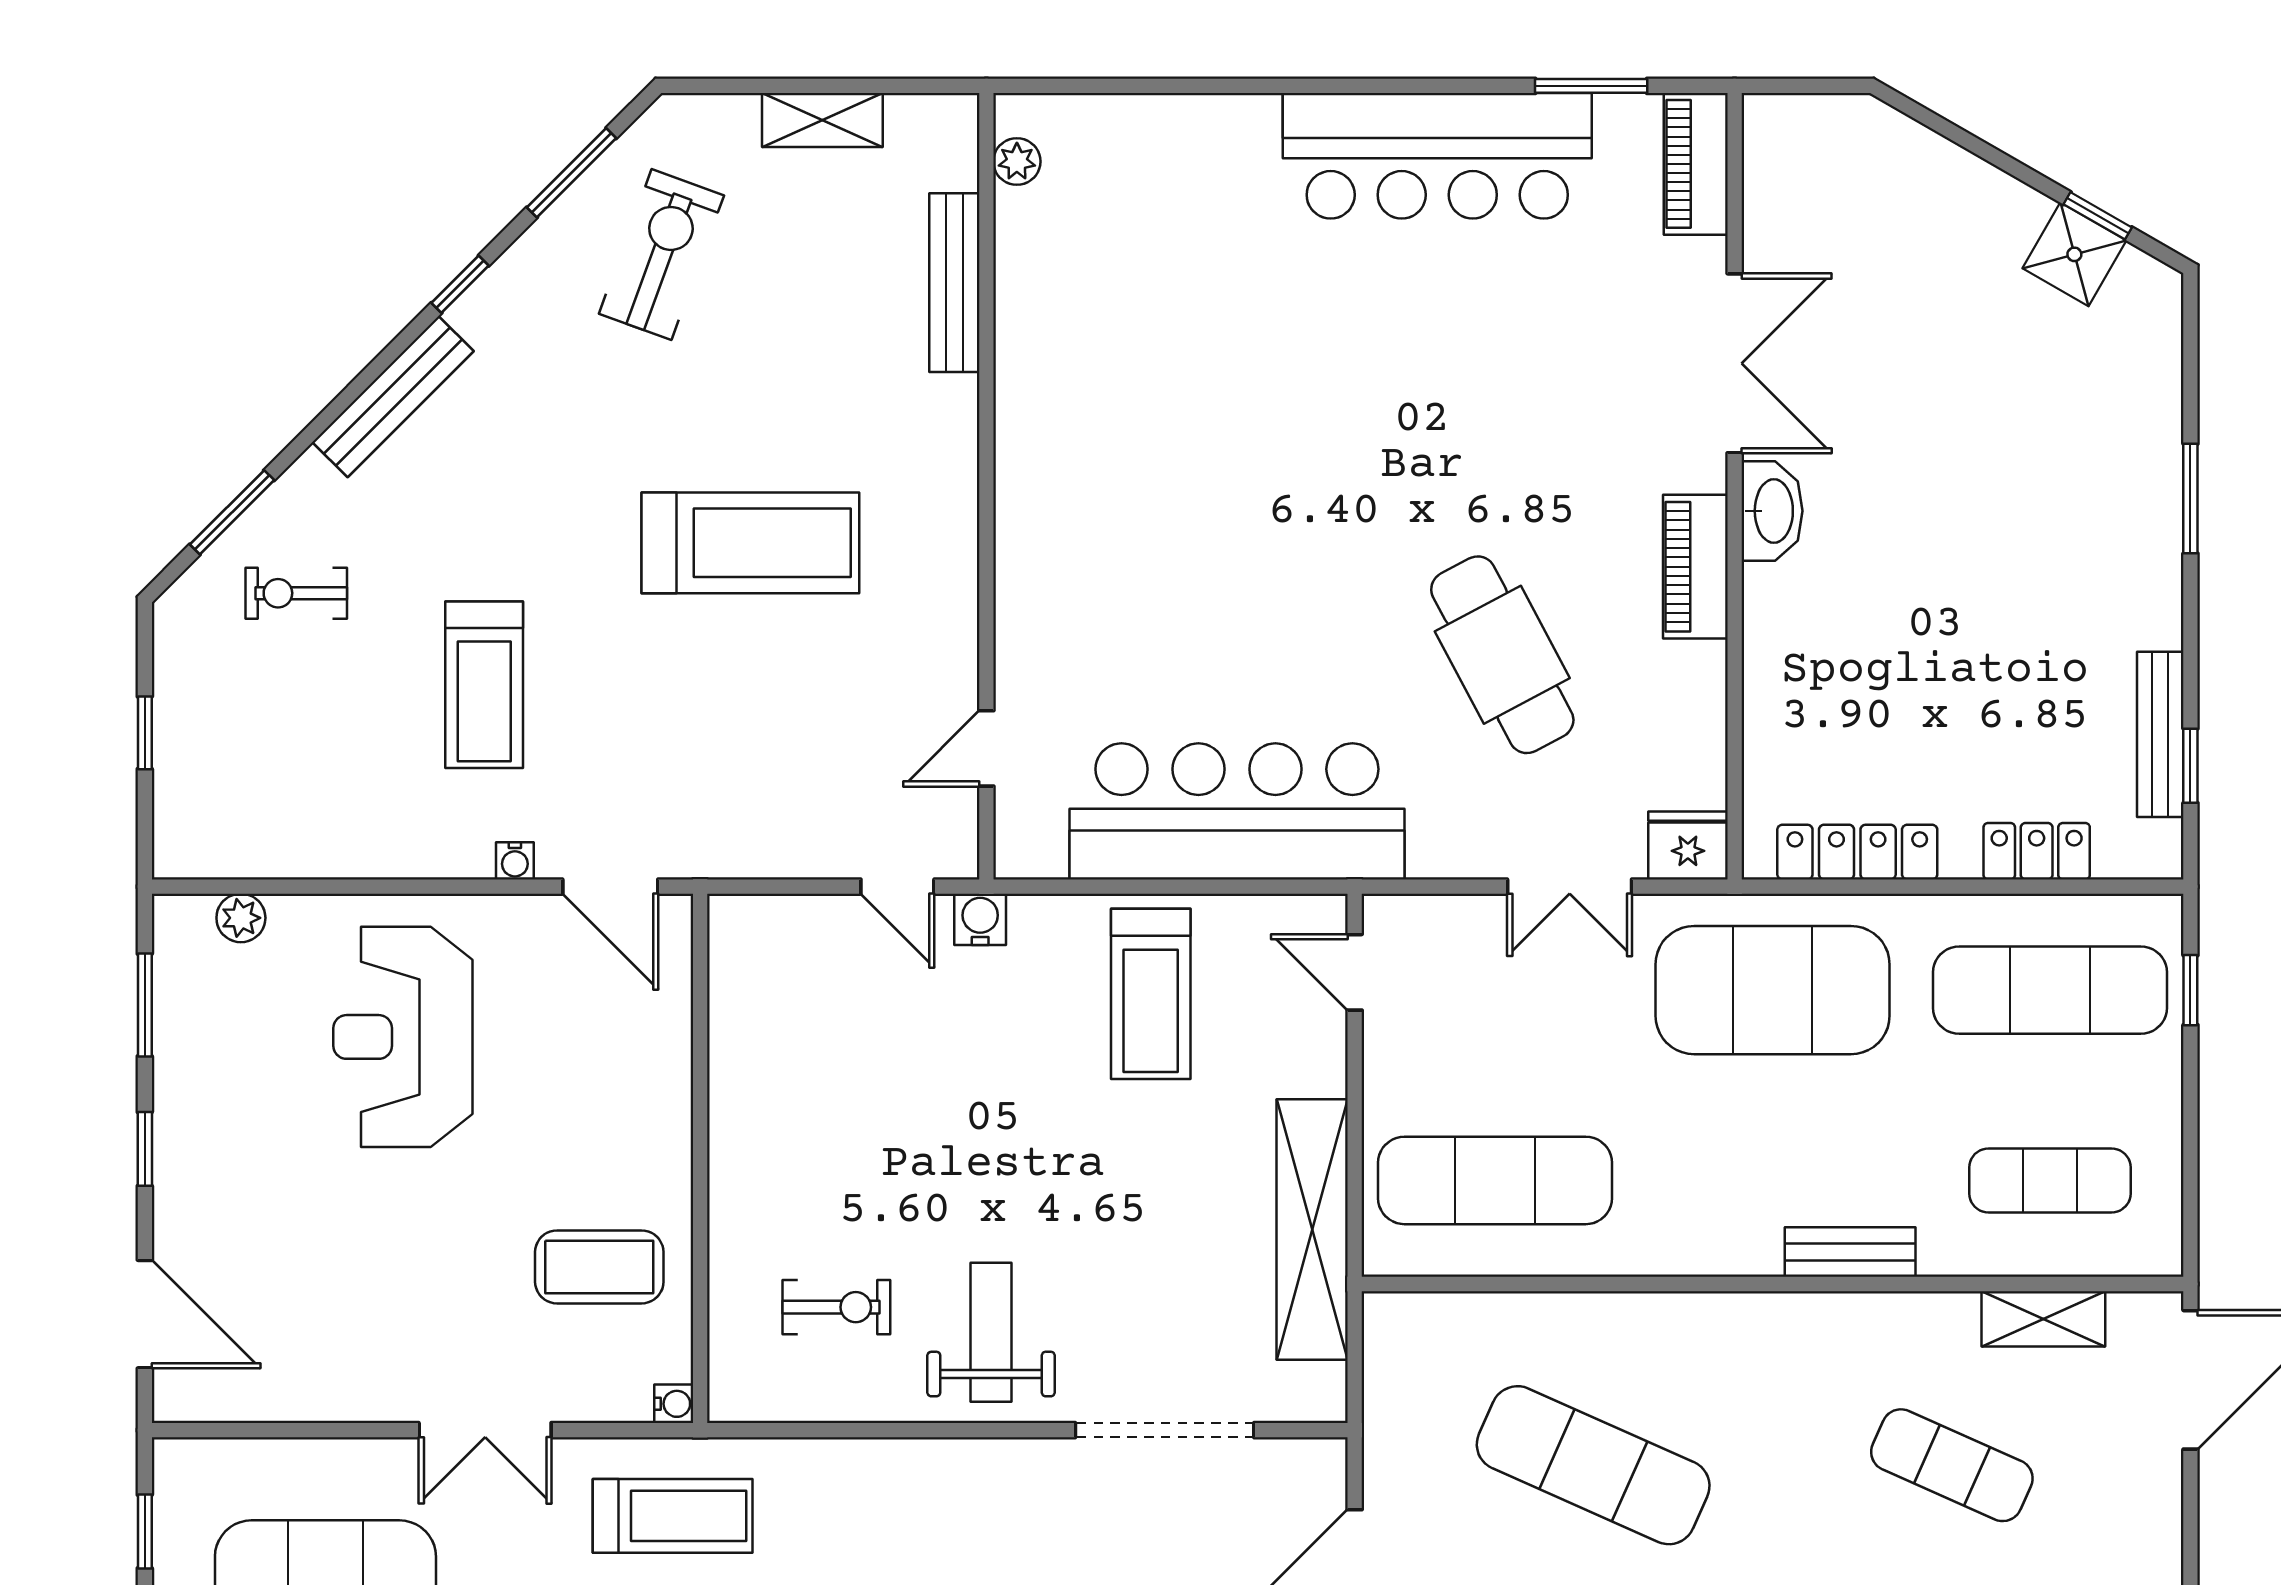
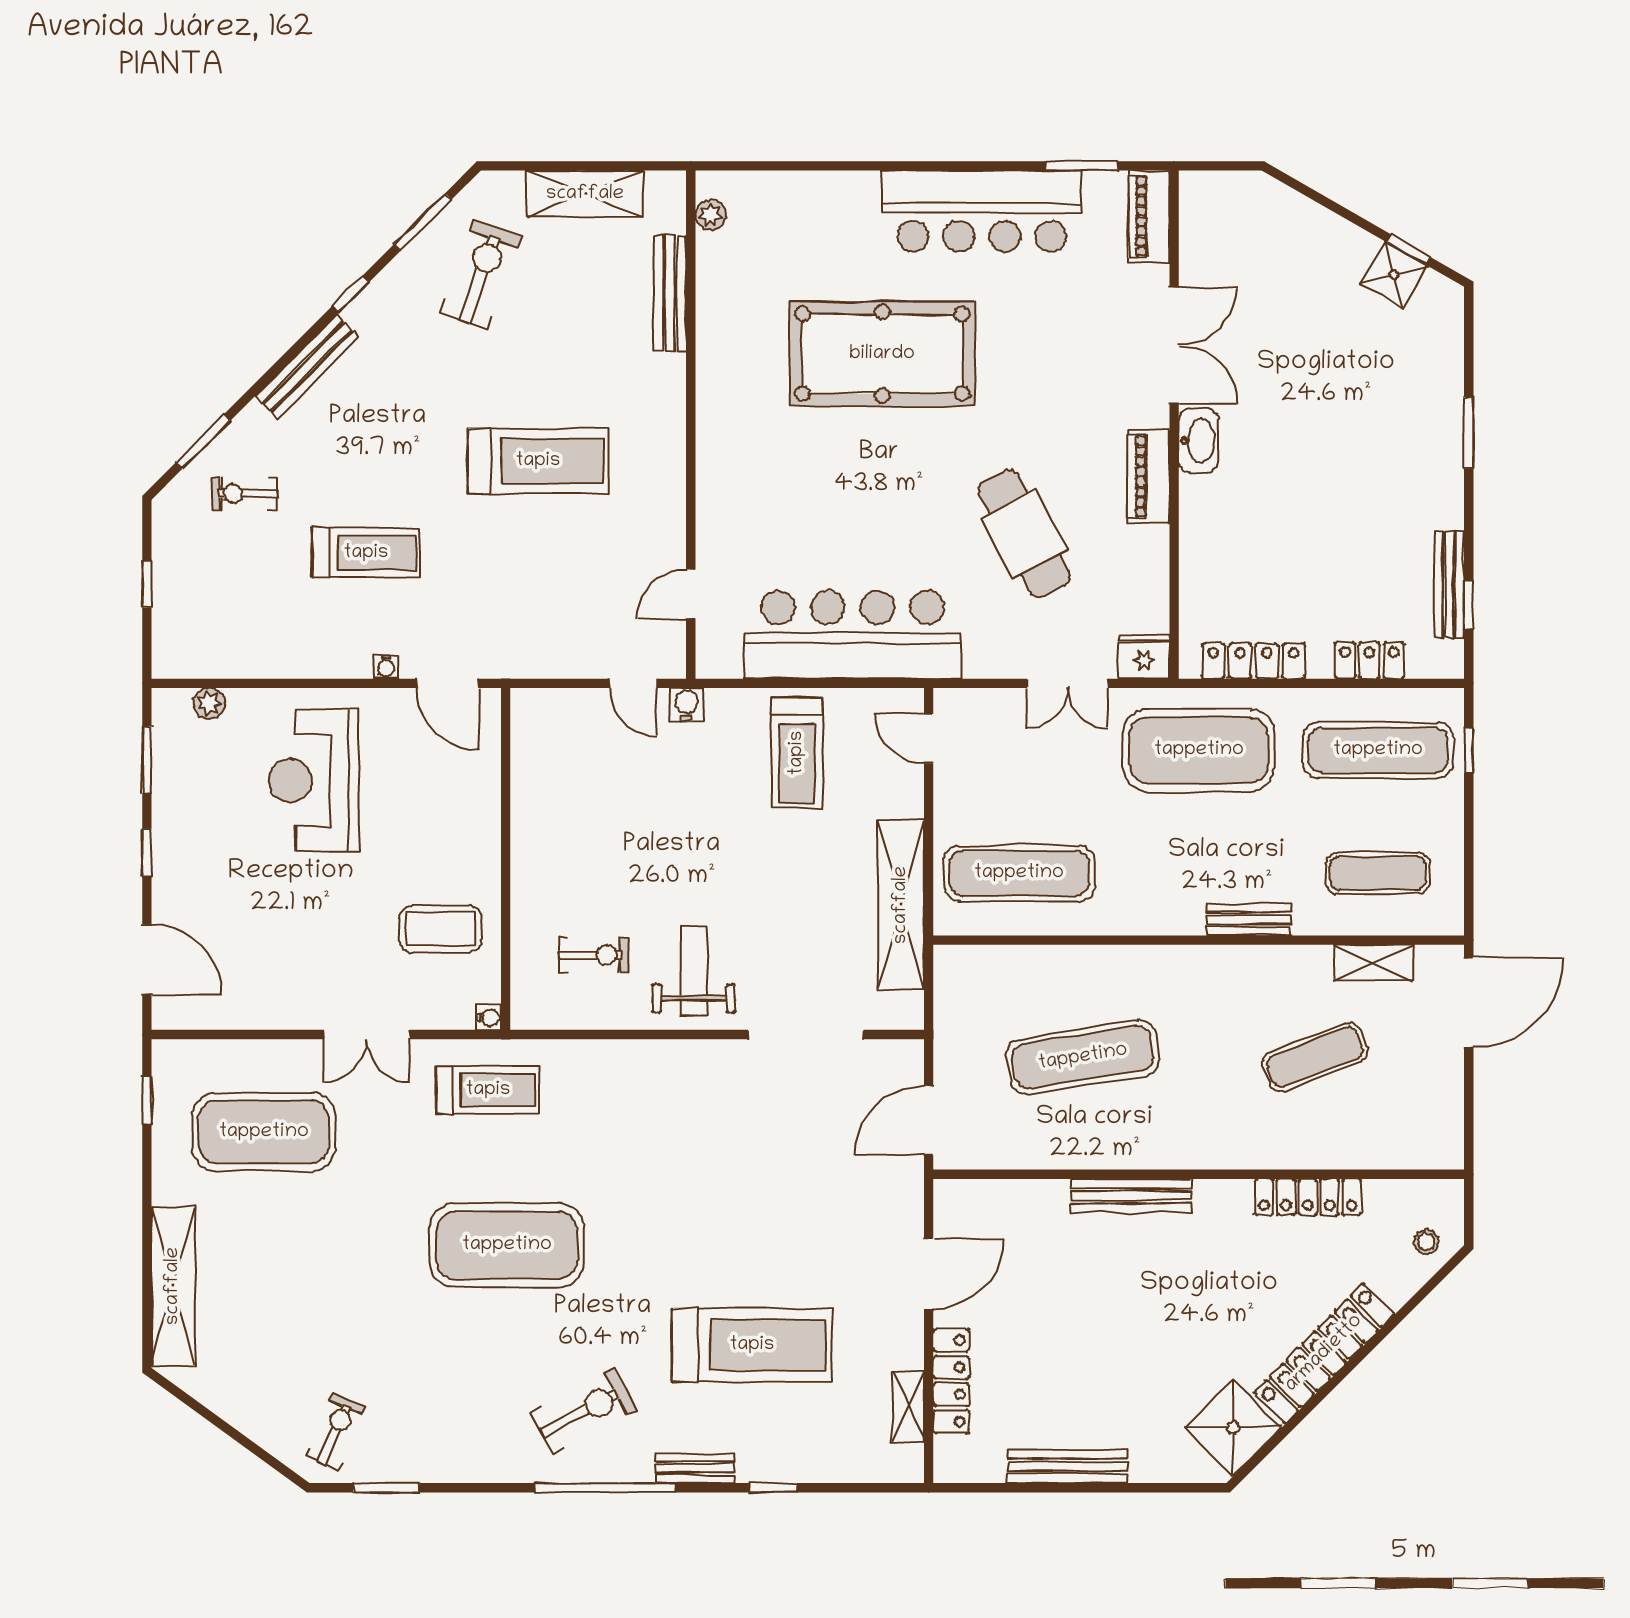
shelving: (822, 120) -> (585, 194), width x1.50, depth x1.33
pool table: (1283, 377) -> (882, 354), added
treadmill: (484, 685) -> (366, 553), turned -90
exercise mat: (1593, 1465) -> (1083, 1057), turned -33
exercise mat: (1952, 1465) -> (1315, 1057), turned -45

